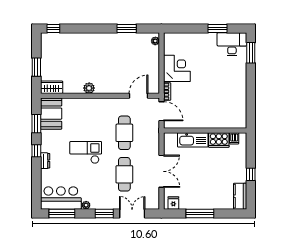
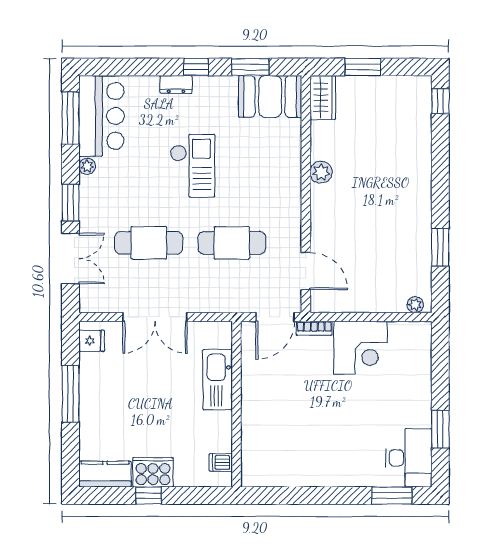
cooker: (219, 140) -> (153, 472), moved, turned 90

